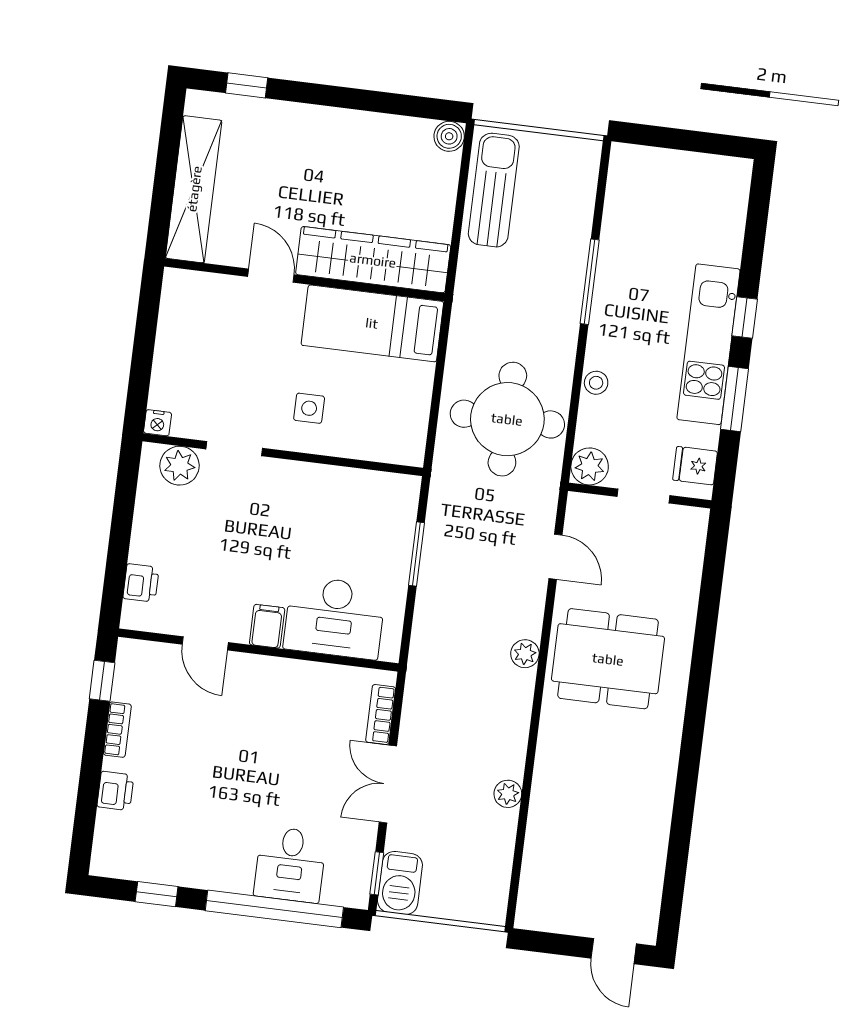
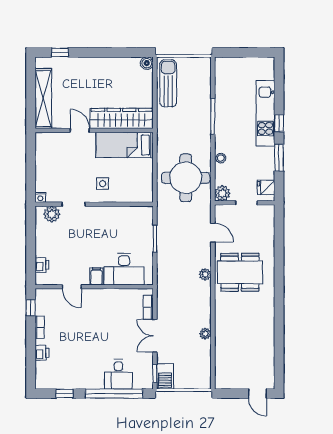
kitchen unit: (708, 344) -> (265, 113), moved

